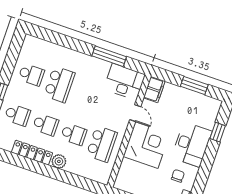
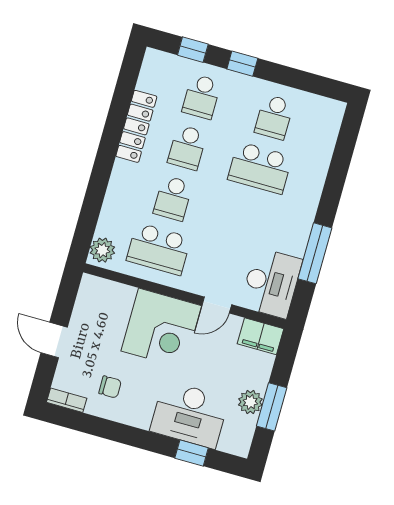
plant: (191, 97) -> (250, 402), added
desk: (192, 144) -> (189, 415), moved
plant: (59, 161) -> (102, 250), moved

